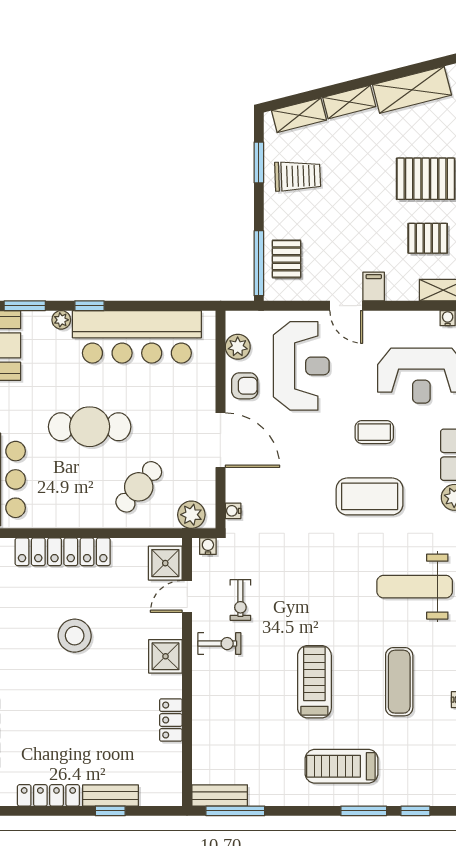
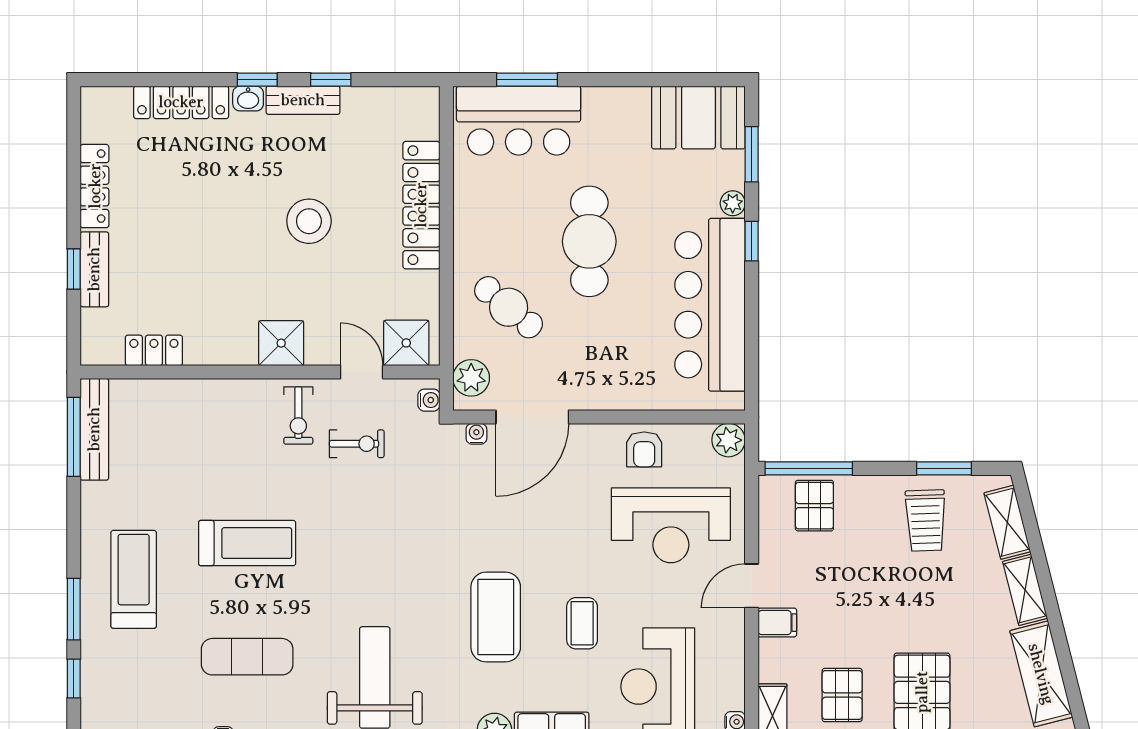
pallet: (287, 259) -> (814, 506), turned 90
plant: (238, 347) -> (729, 440), moved
door: (221, 440) -> (532, 417), moved
exercise bike: (240, 600) -> (357, 444), turned 180
locker: (171, 720) -> (154, 350), moved
bench: (220, 795) -> (94, 429), width x1.36

